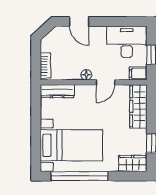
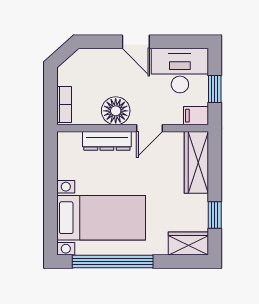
door: (79, 22) -> (136, 42), moved
floor lamp: (86, 75) -> (116, 111), width x1.89, depth x1.89
dresser: (57, 91) -> (107, 141), moved

